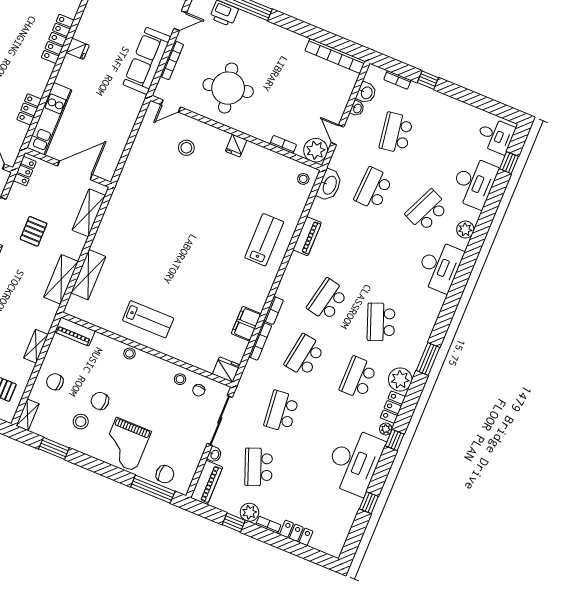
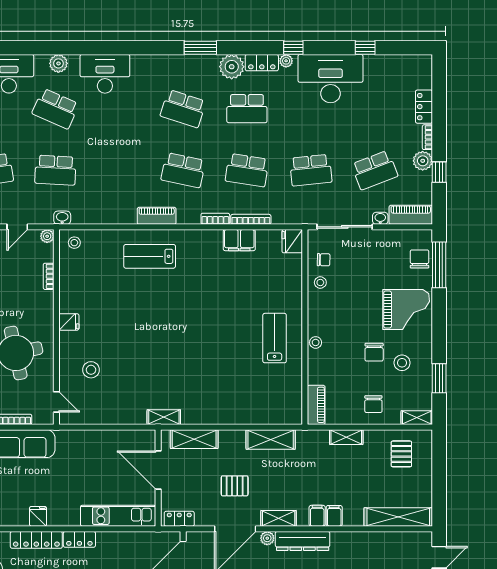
locker: (29, 109) -> (79, 539), moved
plant: (316, 150) -> (47, 236), width x0.53, depth x0.53
washbasin: (329, 185) -> (62, 218), width x0.52, depth x0.69
piano: (307, 236) -> (157, 216), moved
shelving: (88, 275) -> (164, 417), moved, width x0.67, depth x0.75
school desk: (381, 322) -> (183, 109), turned 39

